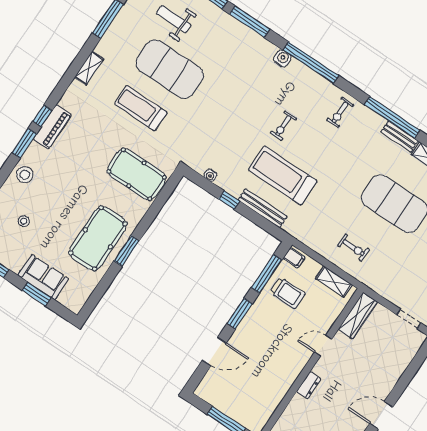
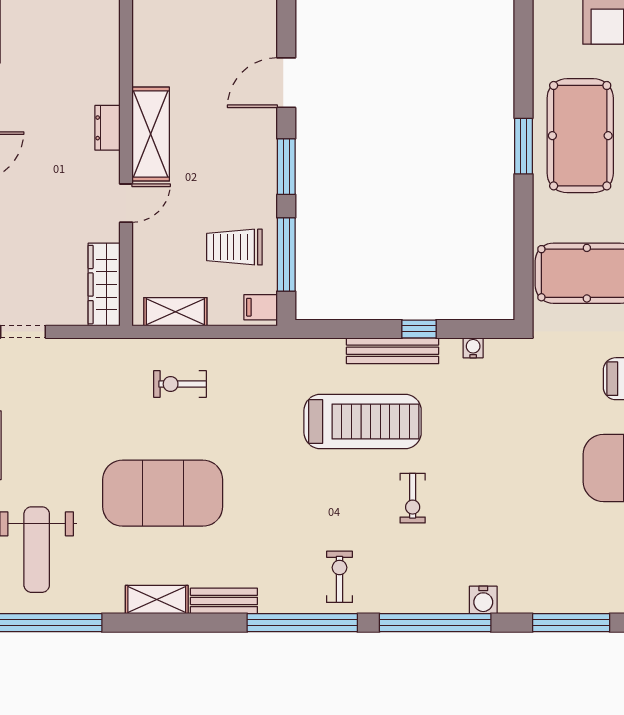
window: (392, 117) -> (302, 623), moved
exercise bike: (283, 126) -> (413, 498), turned 180
bench: (263, 208) -> (393, 351), moved
shelving: (291, 369) -> (151, 134), added

